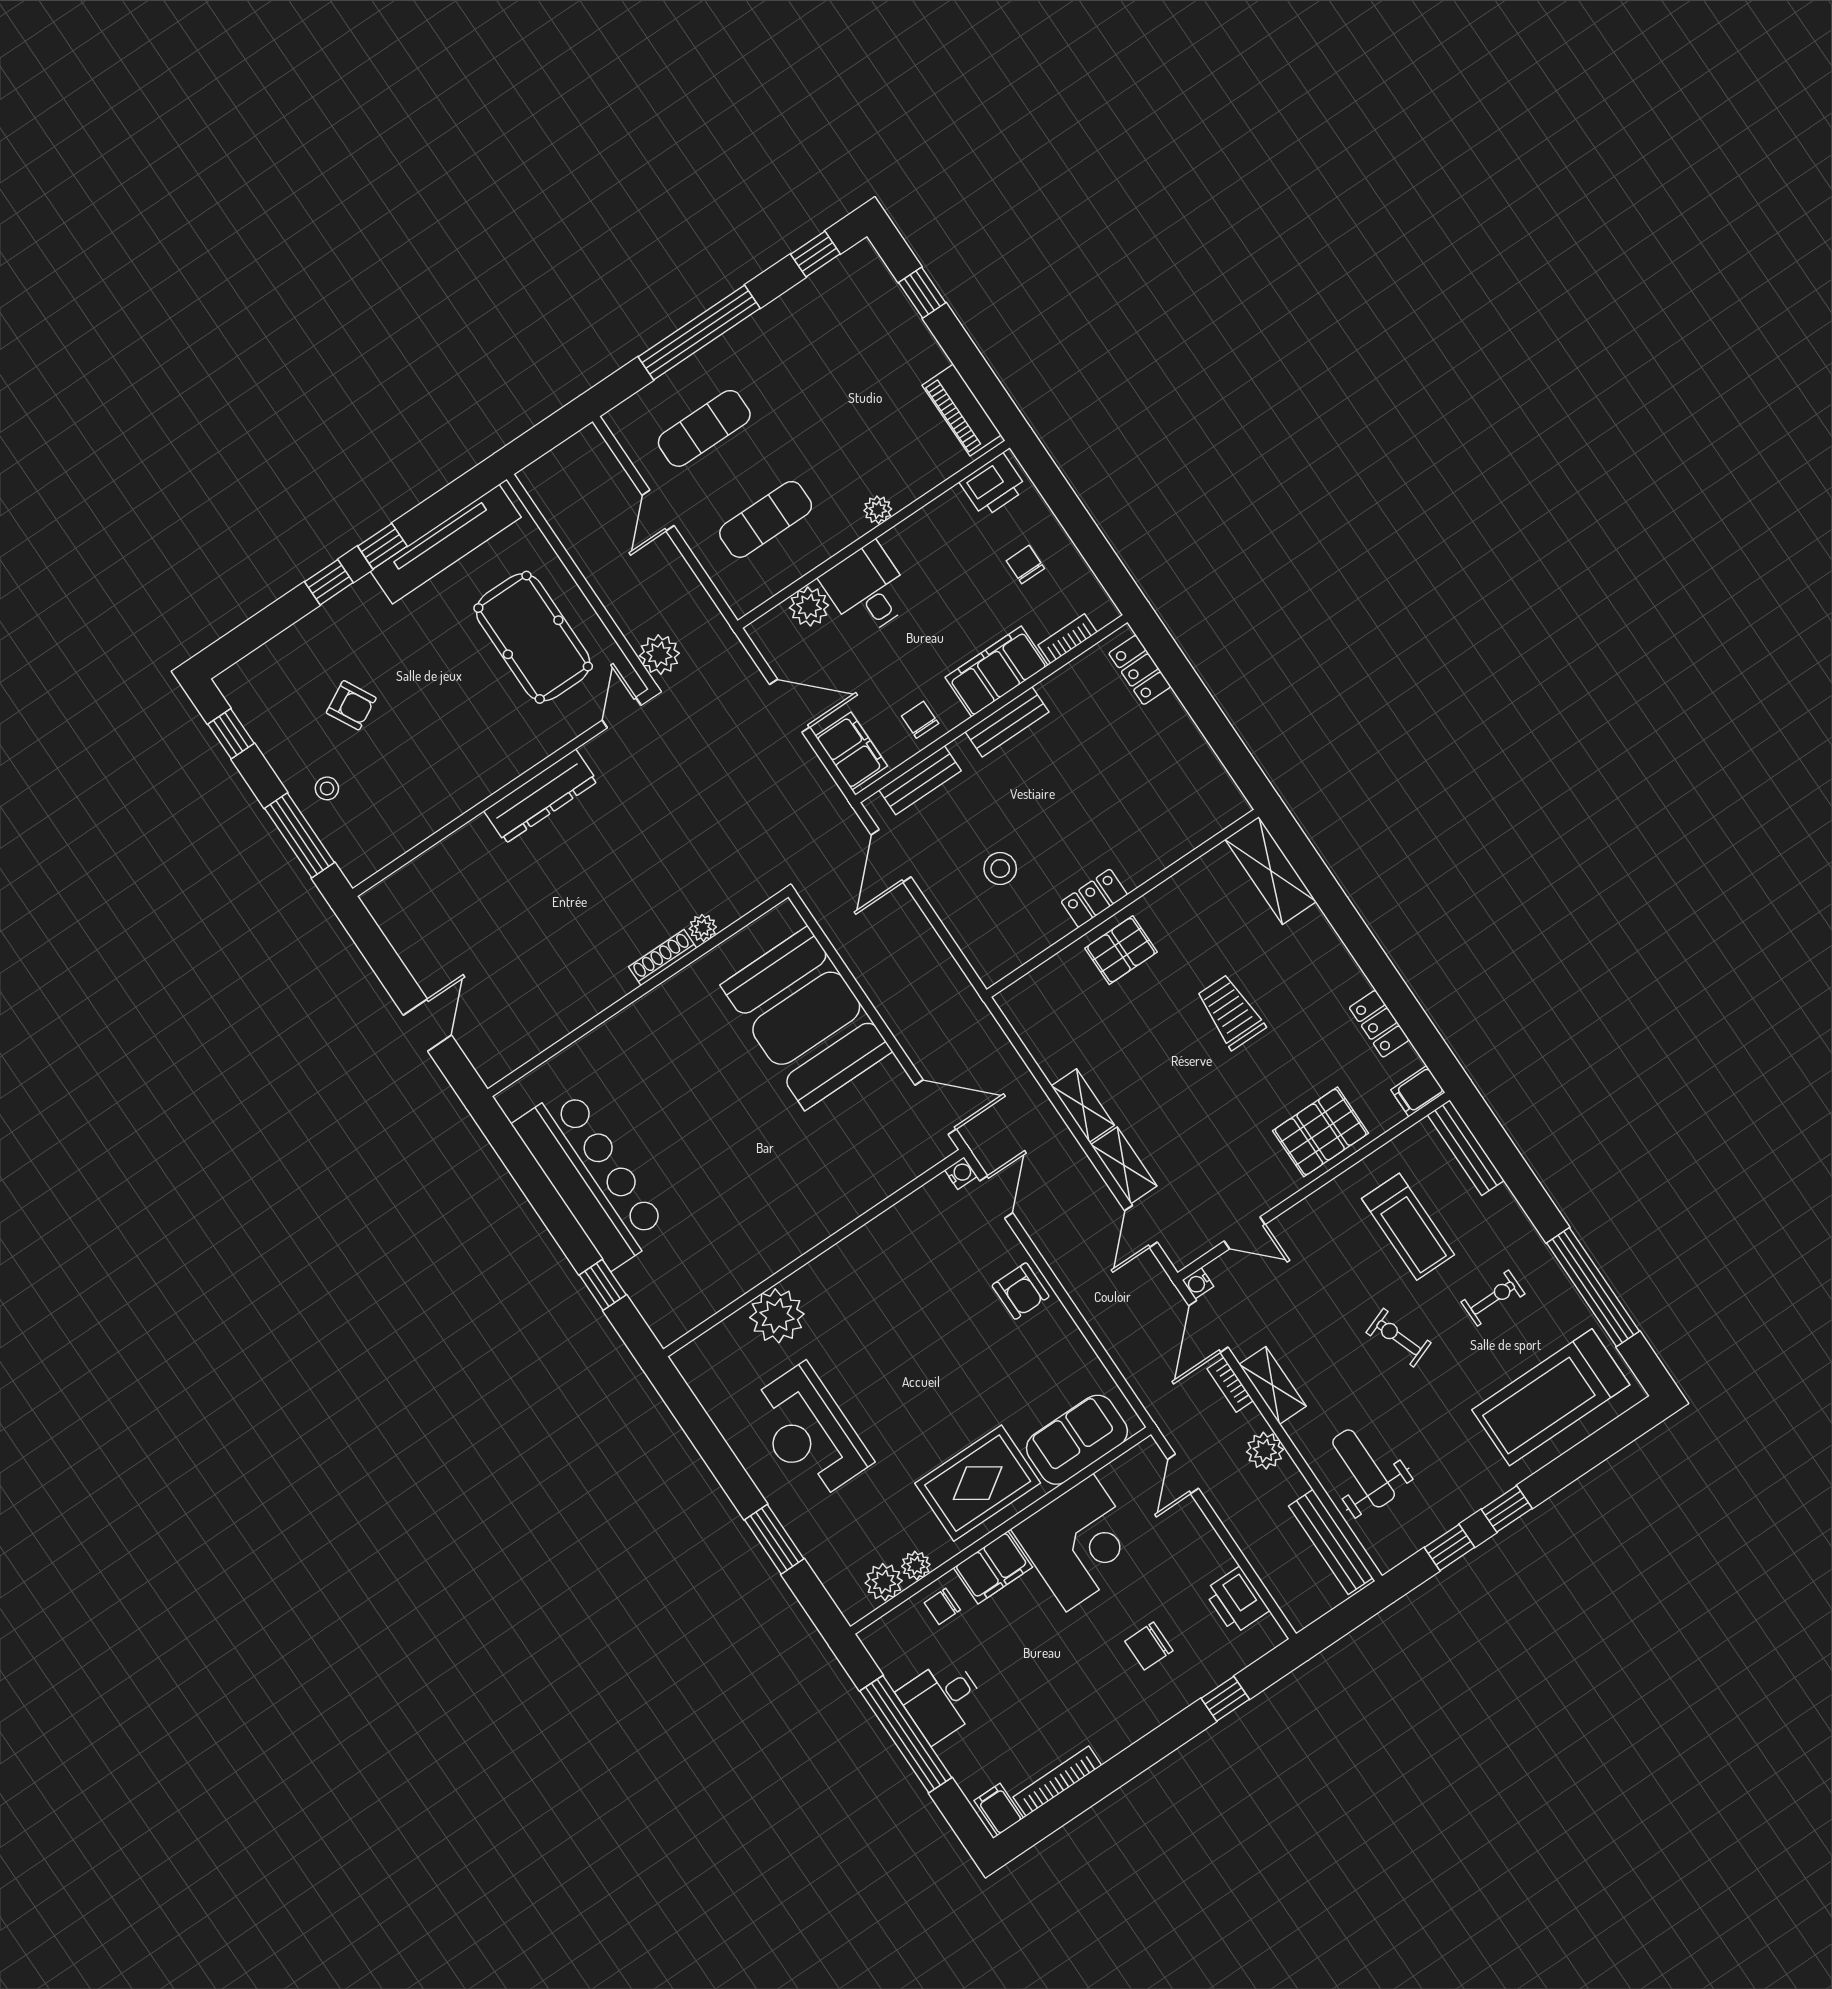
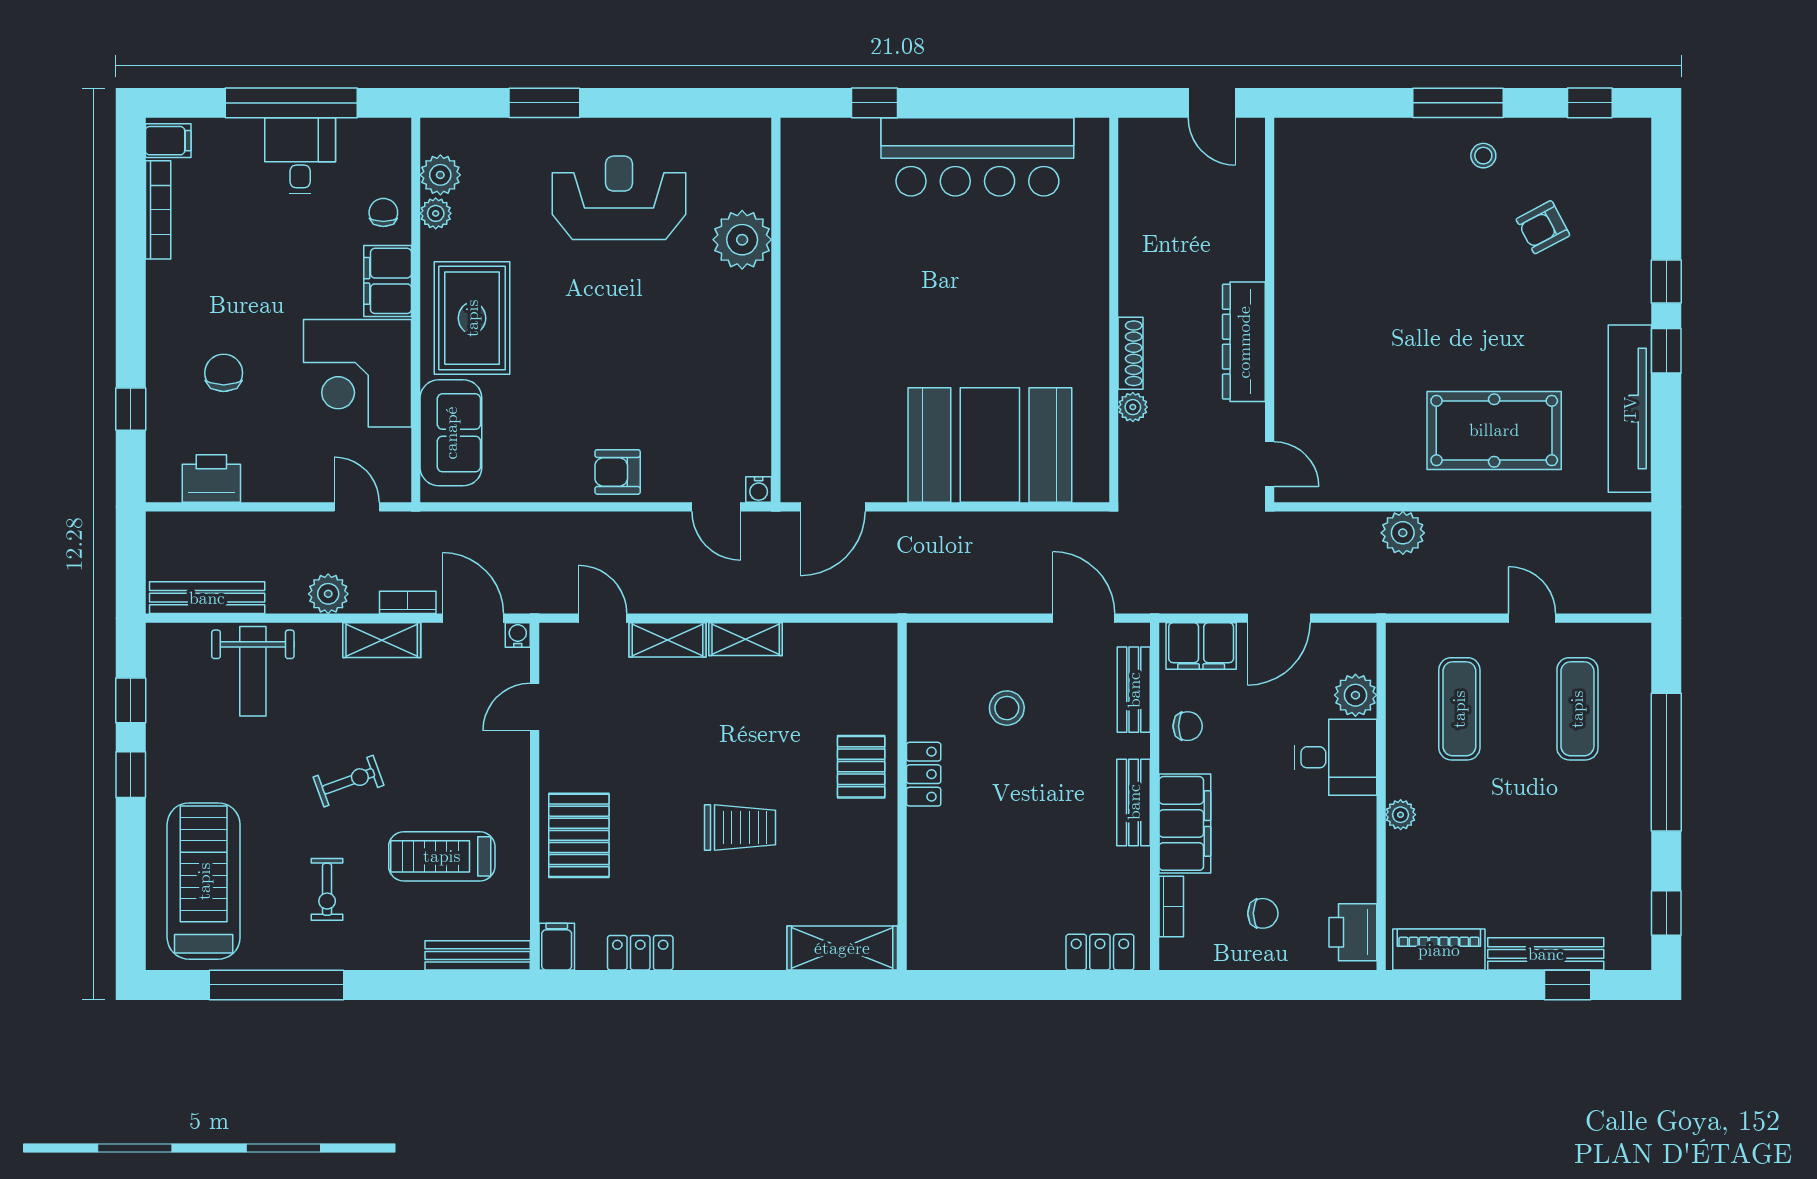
bench: (910, 325) -> (1546, 954), added
door: (622, 713) -> (1270, 464), moved
wall: (503, 793) -> (1270, 310), moved
dresser: (541, 796) -> (1244, 342), moved
weight bench: (1364, 1468) -> (253, 671), turned 90

